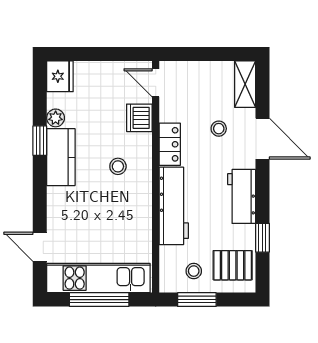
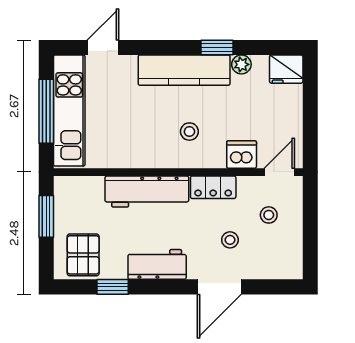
shelving: (245, 84) -> (278, 268), removed
kitchen counter: (61, 157) -> (184, 70), width x1.50
stool: (194, 271) -> (269, 215), moved

